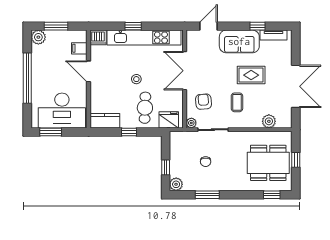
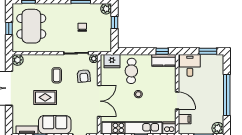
desk: (62, 111) -> (190, 65), width x0.53, depth x0.77
plant: (269, 121) -> (18, 60), moved
window: (129, 132) -> (162, 51), moved
dining table: (268, 163) -> (31, 26), turned 90

